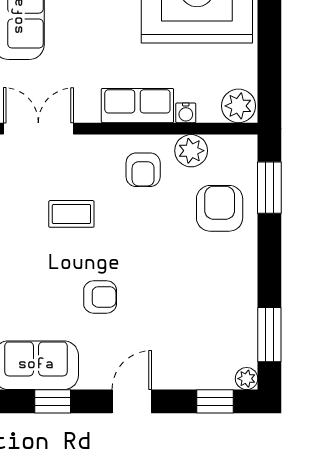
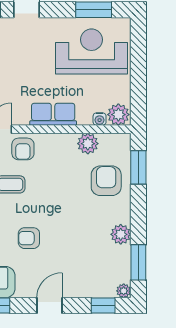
water cooler: (186, 113) -> (100, 119), moved
armchair: (143, 170) -> (23, 149), moved
plant: (242, 291) -> (121, 234), added
armchair: (100, 297) -> (29, 238), turned 180

